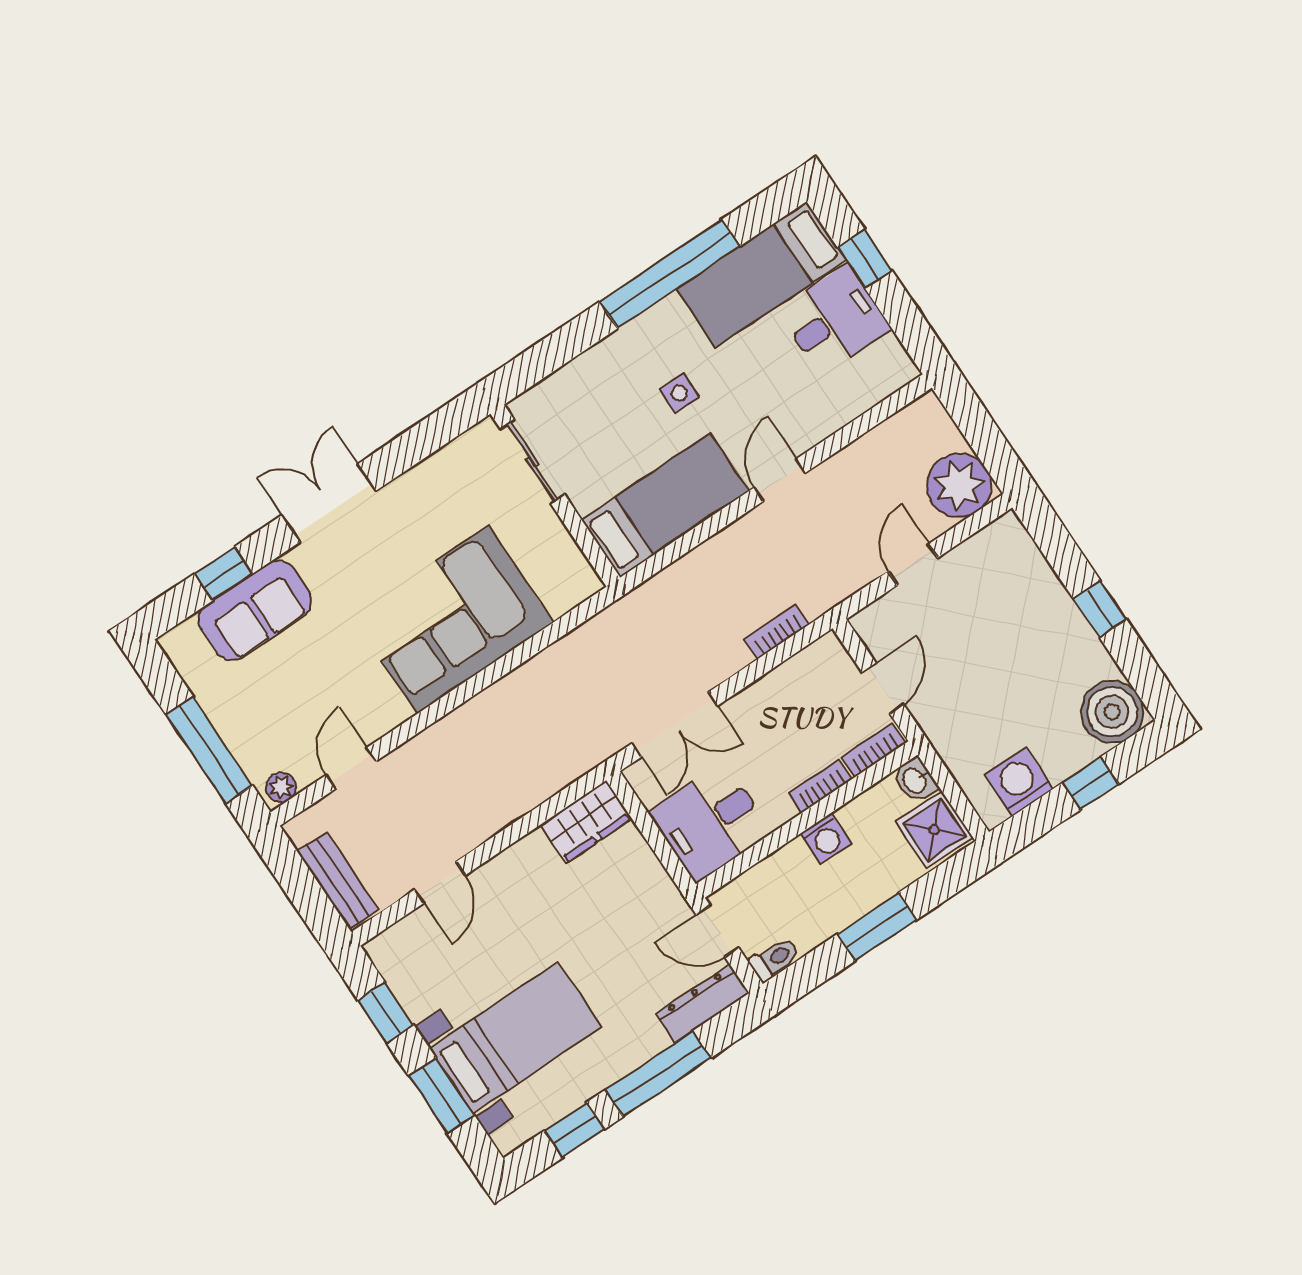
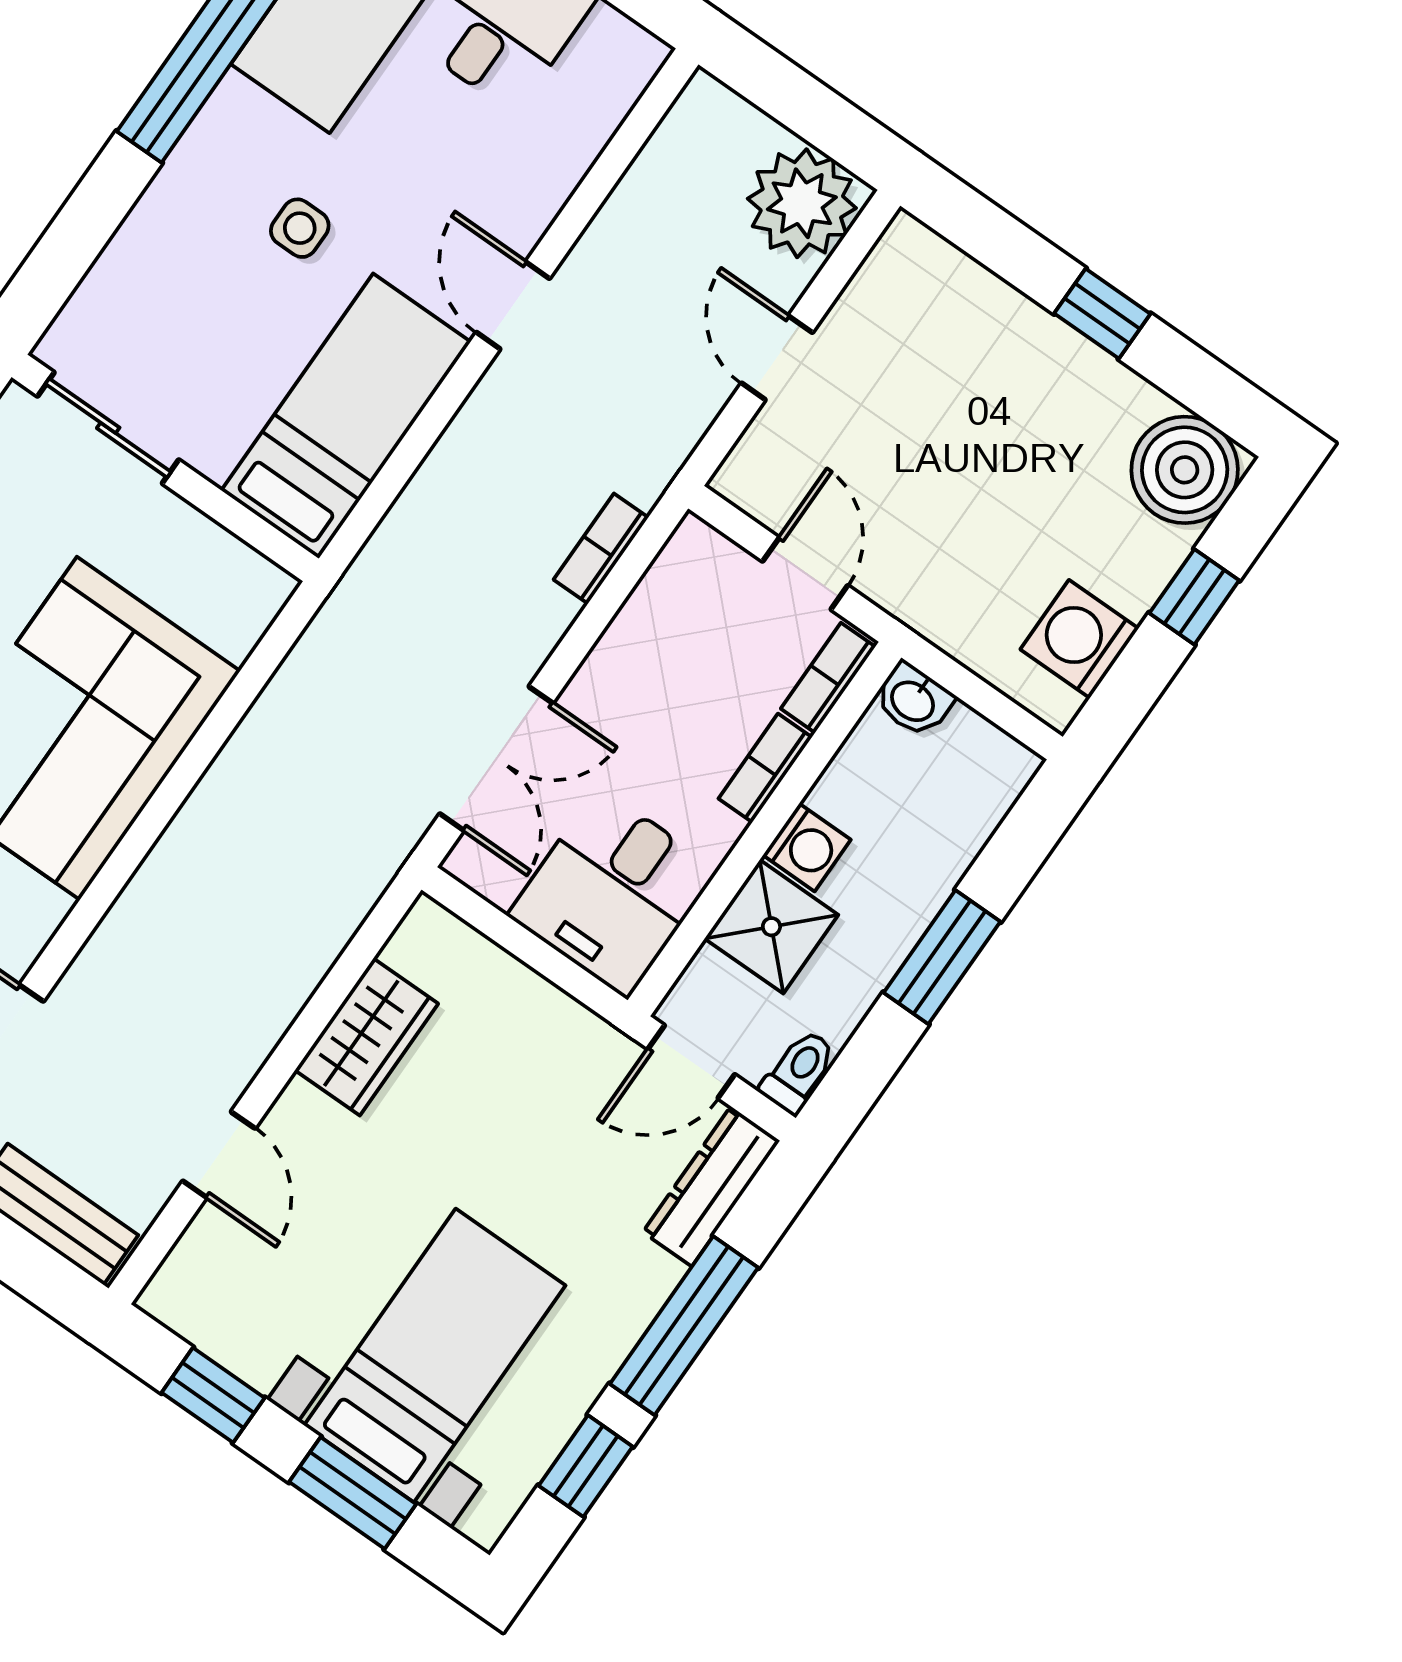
wardrobe: (586, 822) -> (366, 1037), moved
shower: (934, 830) -> (771, 927), moved

